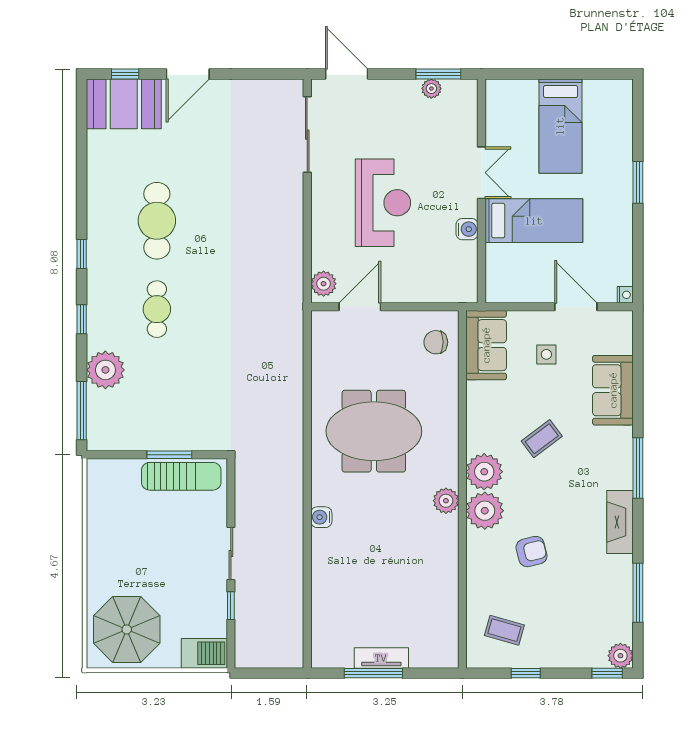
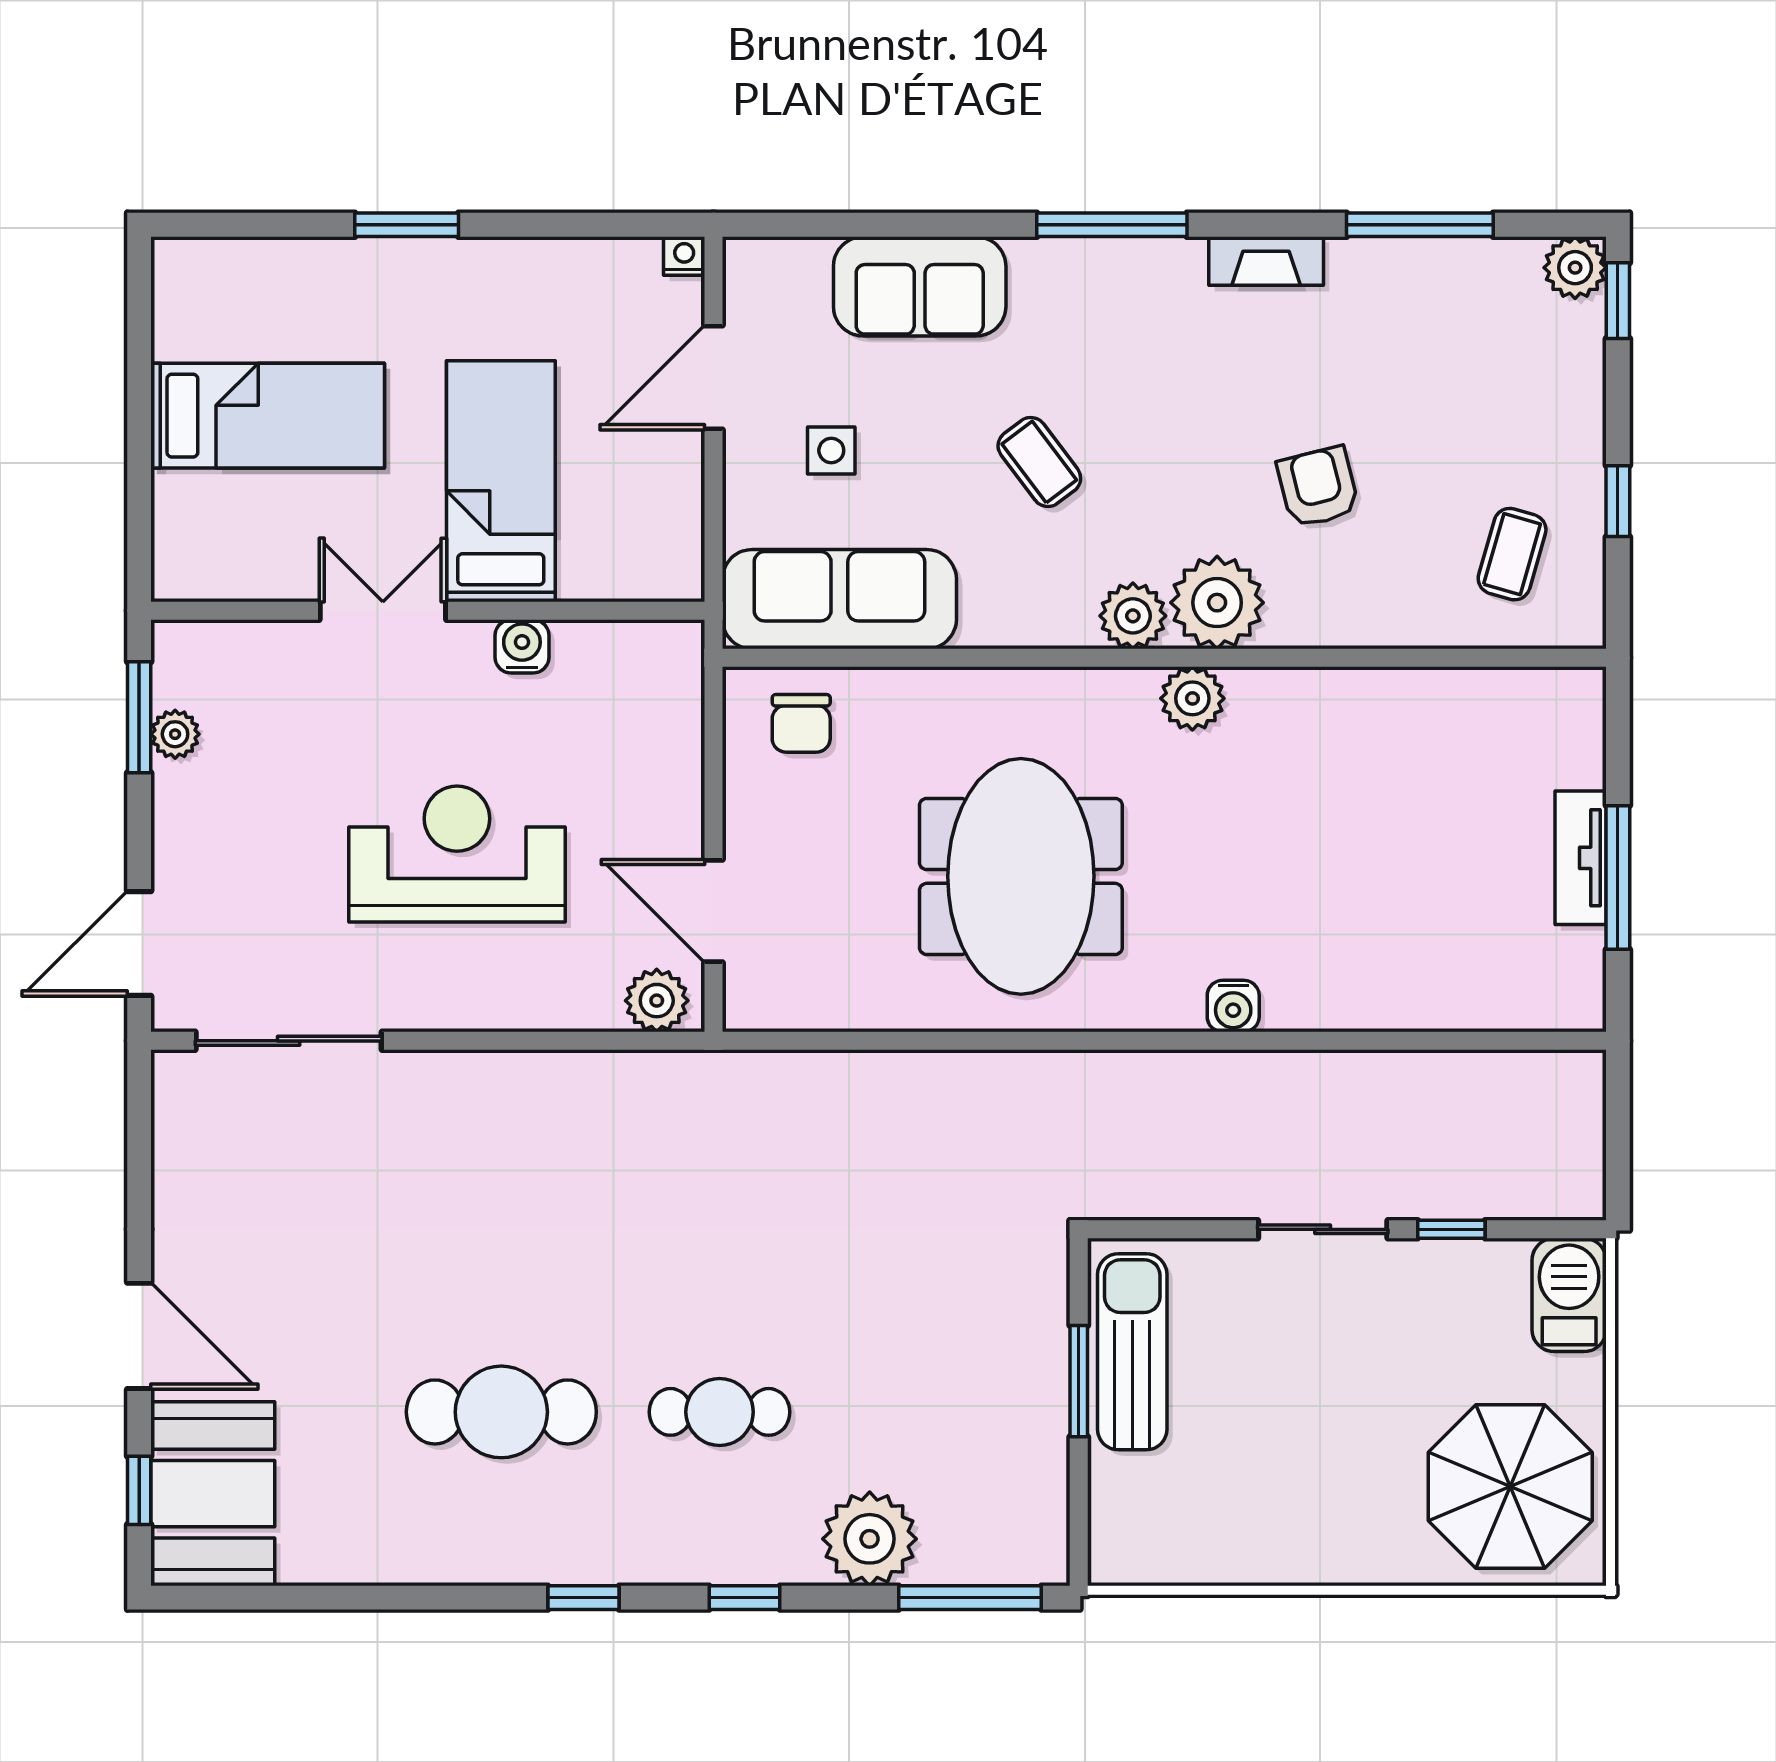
sofa: (486, 345) -> (839, 599), width x1.36
plant: (484, 472) -> (1133, 616), width x0.73, depth x0.73
fireplace: (620, 522) -> (1266, 261), width x0.73, depth x0.76

